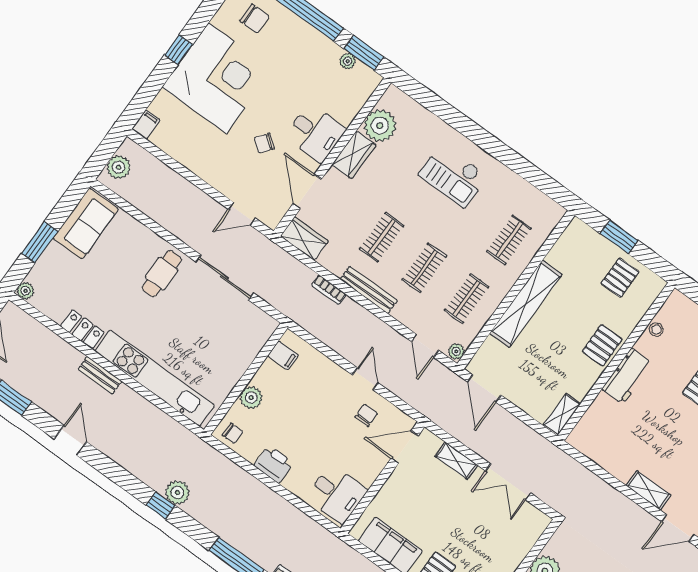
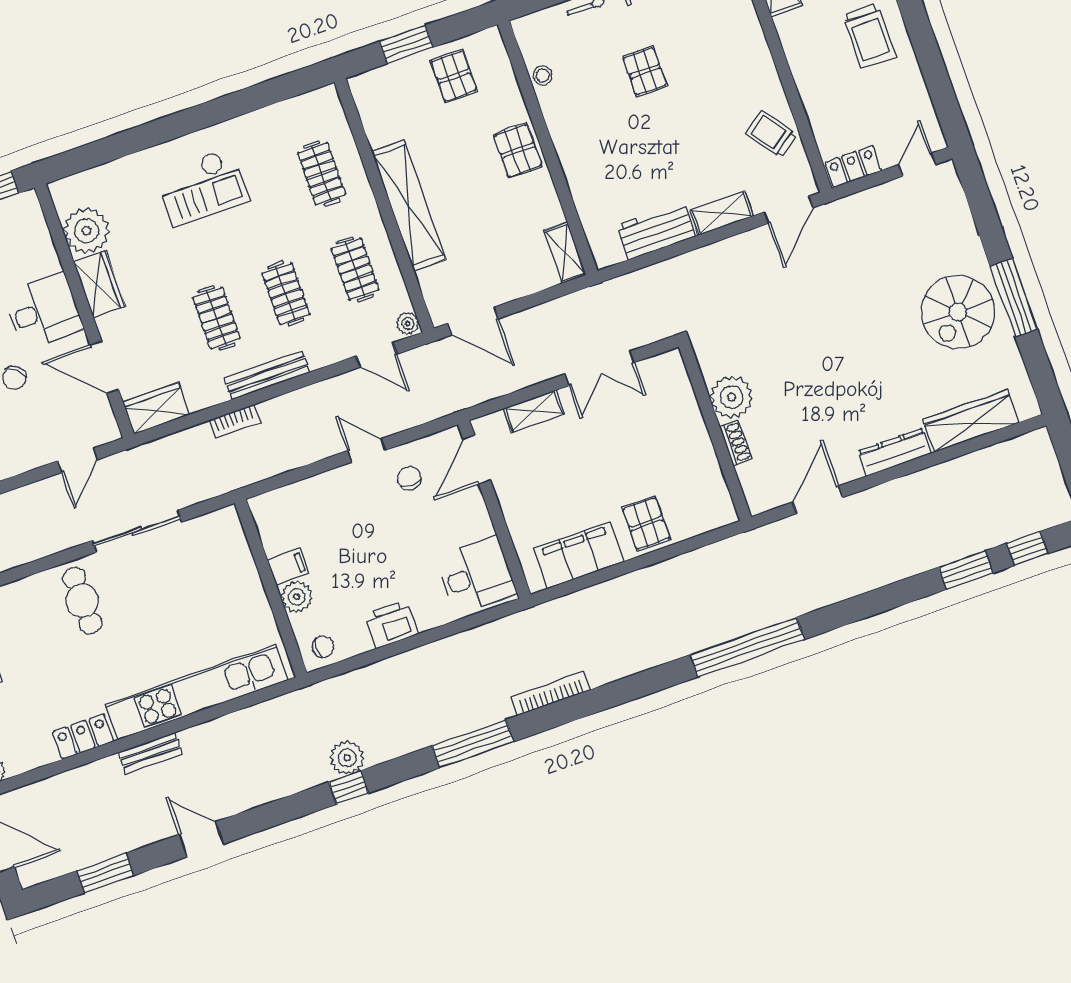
filing cabinet: (283, 356) -> (288, 567), moved
workbench: (627, 376) -> (656, 231), moved, turned -90

